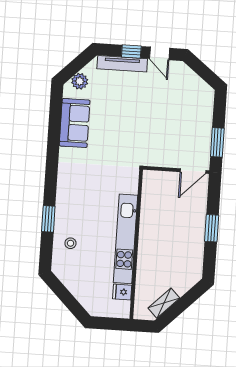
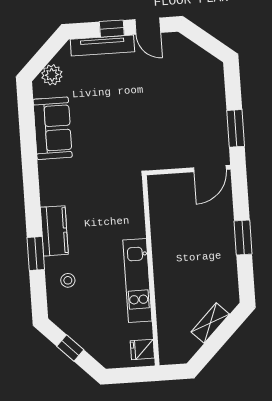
kitchen counter: (65, 203) -> (54, 231), added
kitchen unit: (126, 239) -> (137, 280), width x0.73
fridge: (122, 292) -> (142, 349), moved
window: (65, 296) -> (70, 348), added
shelving: (164, 303) -> (210, 323), moved

